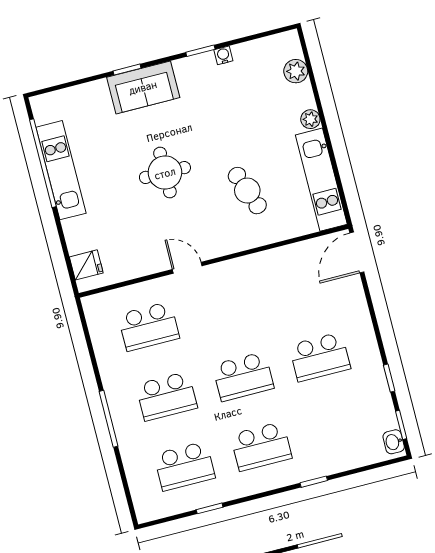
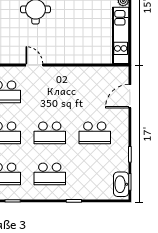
cafe table: (247, 191) -> (78, 31), removed
door: (357, 252) -> (130, 96), moved
washbasin: (394, 442) -> (121, 184), width x1.91, depth x1.45

